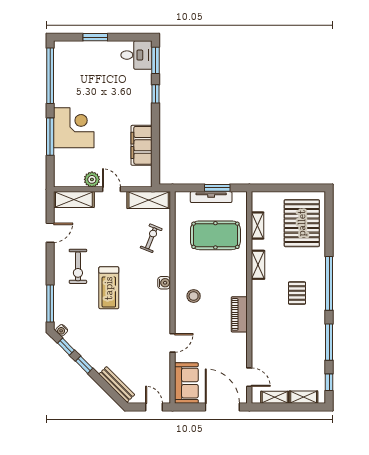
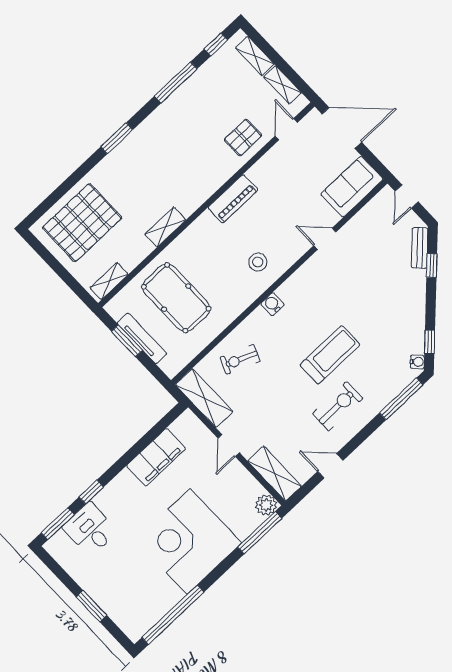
desk: (136, 55) -> (90, 529), moved
corner desk: (74, 128) -> (188, 541), width x1.36, depth x1.36
window: (50, 137) -> (260, 533), moved
plant: (92, 179) -> (266, 505), moved
shelving: (258, 226) -> (109, 281), moved
window: (329, 283) -> (117, 138), width x0.47
pallet: (297, 293) -> (243, 137), moved
window: (84, 365) -> (432, 266), moved
bench: (117, 384) -> (420, 248), width x0.73
door: (222, 407) -> (342, 128), swing flipped

